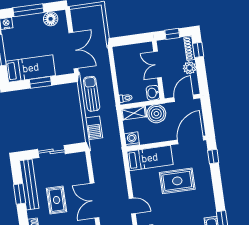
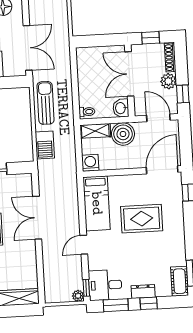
window: (198, 50) -> (183, 94), moved
double door: (157, 65) -> (129, 74), width x1.37
door: (184, 98) -> (158, 118), hinge flipped
bed: (150, 158) -> (97, 203), moved, turned 90
double door: (94, 201) -> (37, 218), moved
door: (132, 206) -> (84, 245), swing flipped

